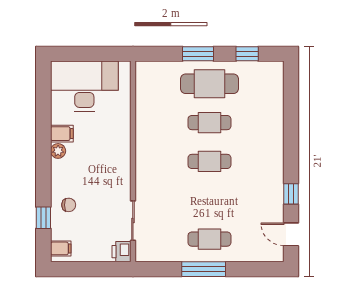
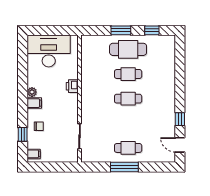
filing cabinet: (62, 134) -> (34, 103), moved
printer: (122, 252) -> (72, 86), moved

